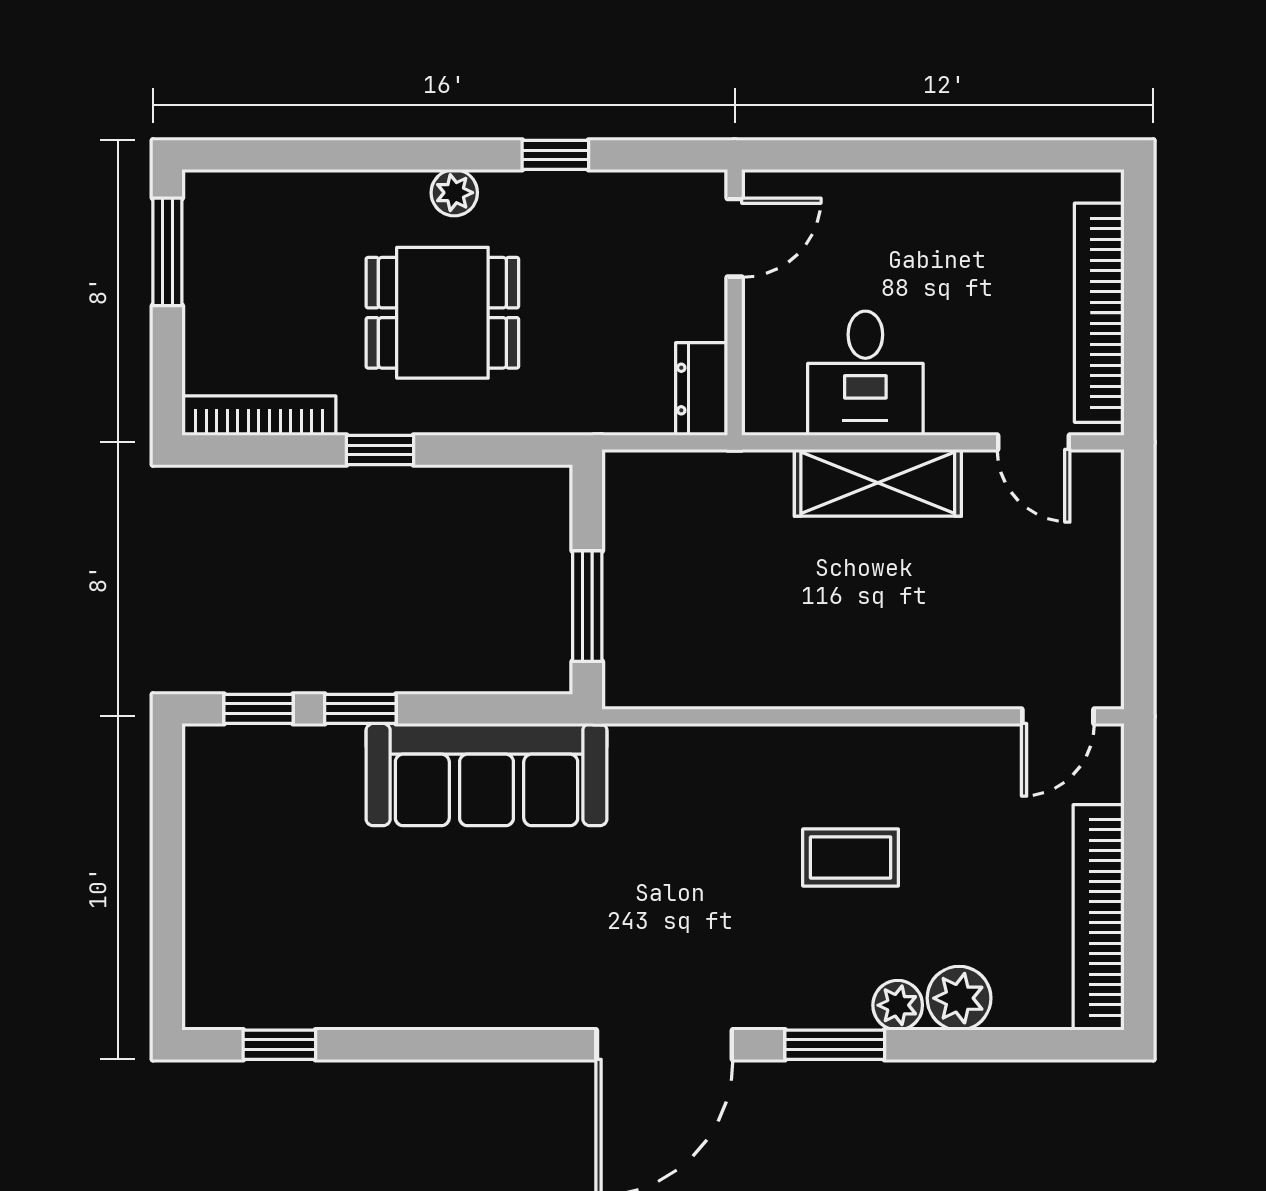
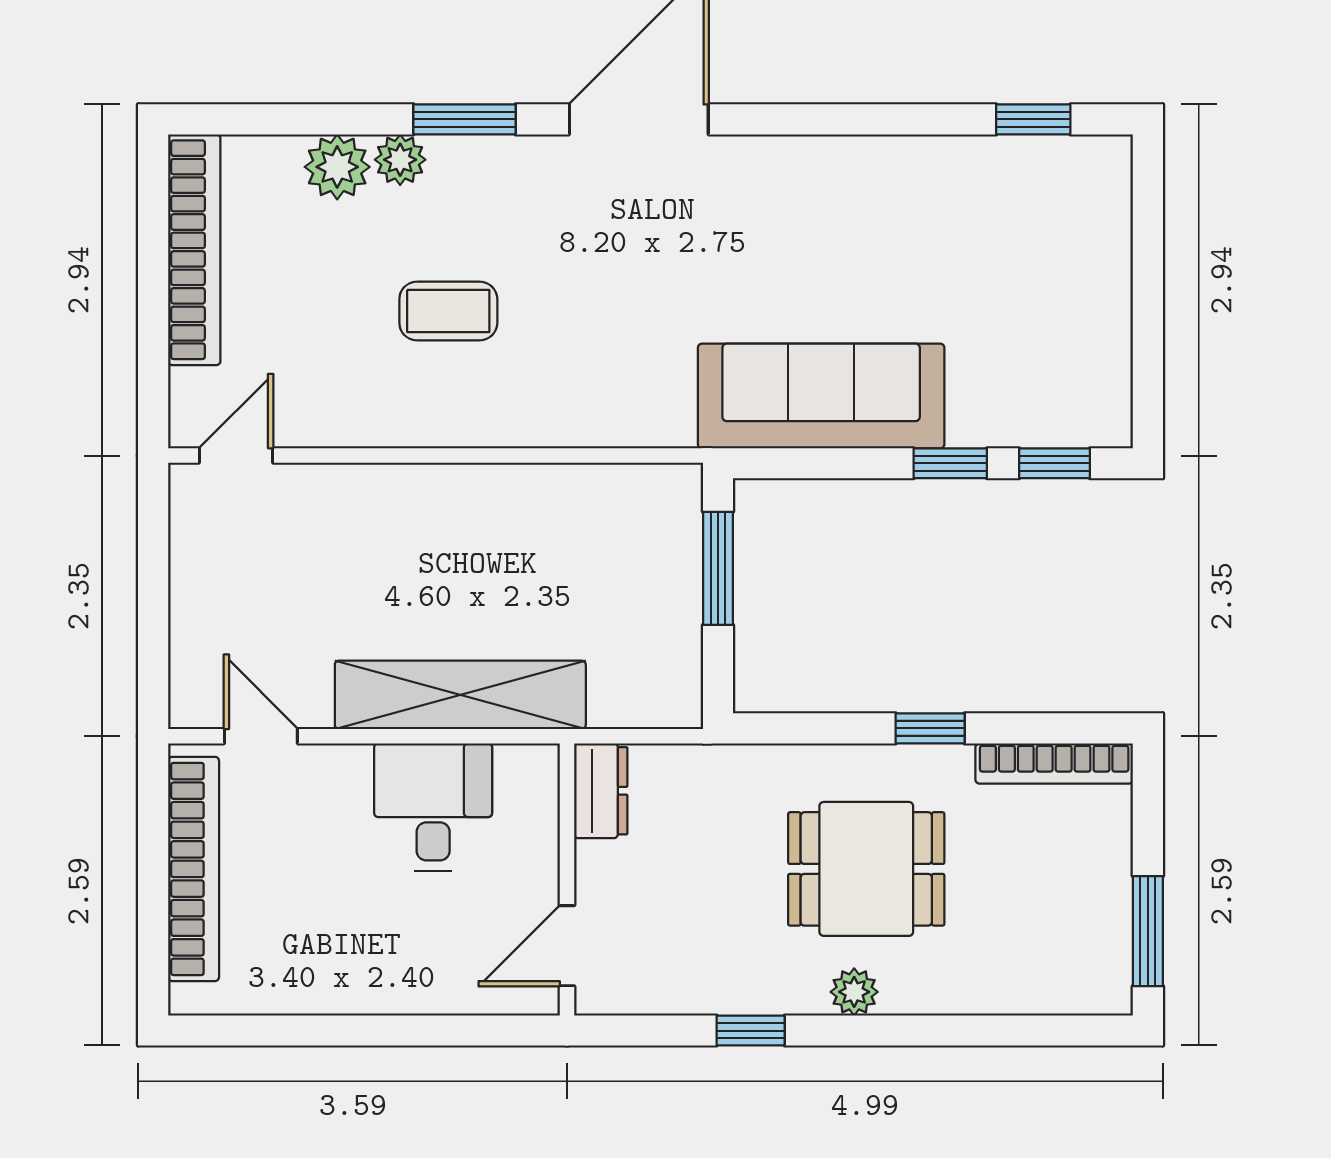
shelving: (878, 483) -> (460, 695), width x1.47

